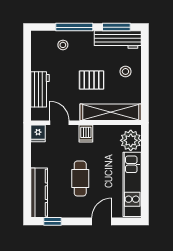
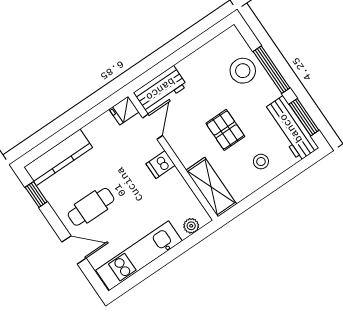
stool: (63, 45) -> (243, 71), width x1.89, depth x1.89
workbench: (40, 89) -> (160, 89), moved
shelving: (111, 112) -> (211, 187), width x0.68
plant: (131, 140) -> (191, 226), width x0.53, depth x0.53
cafe table: (80, 179) -> (91, 207), moved

